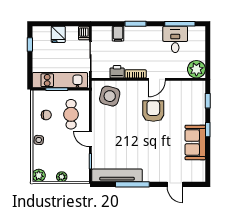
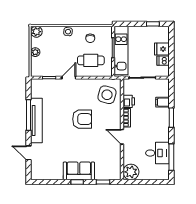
dishwasher: (84, 33) -> (163, 61), moved
armchair: (153, 111) -> (82, 119), moved
sofa: (195, 142) -> (79, 171), moved
tv unit: (117, 175) -> (36, 120), moved
door: (175, 184) -> (29, 153), hinge flipped

